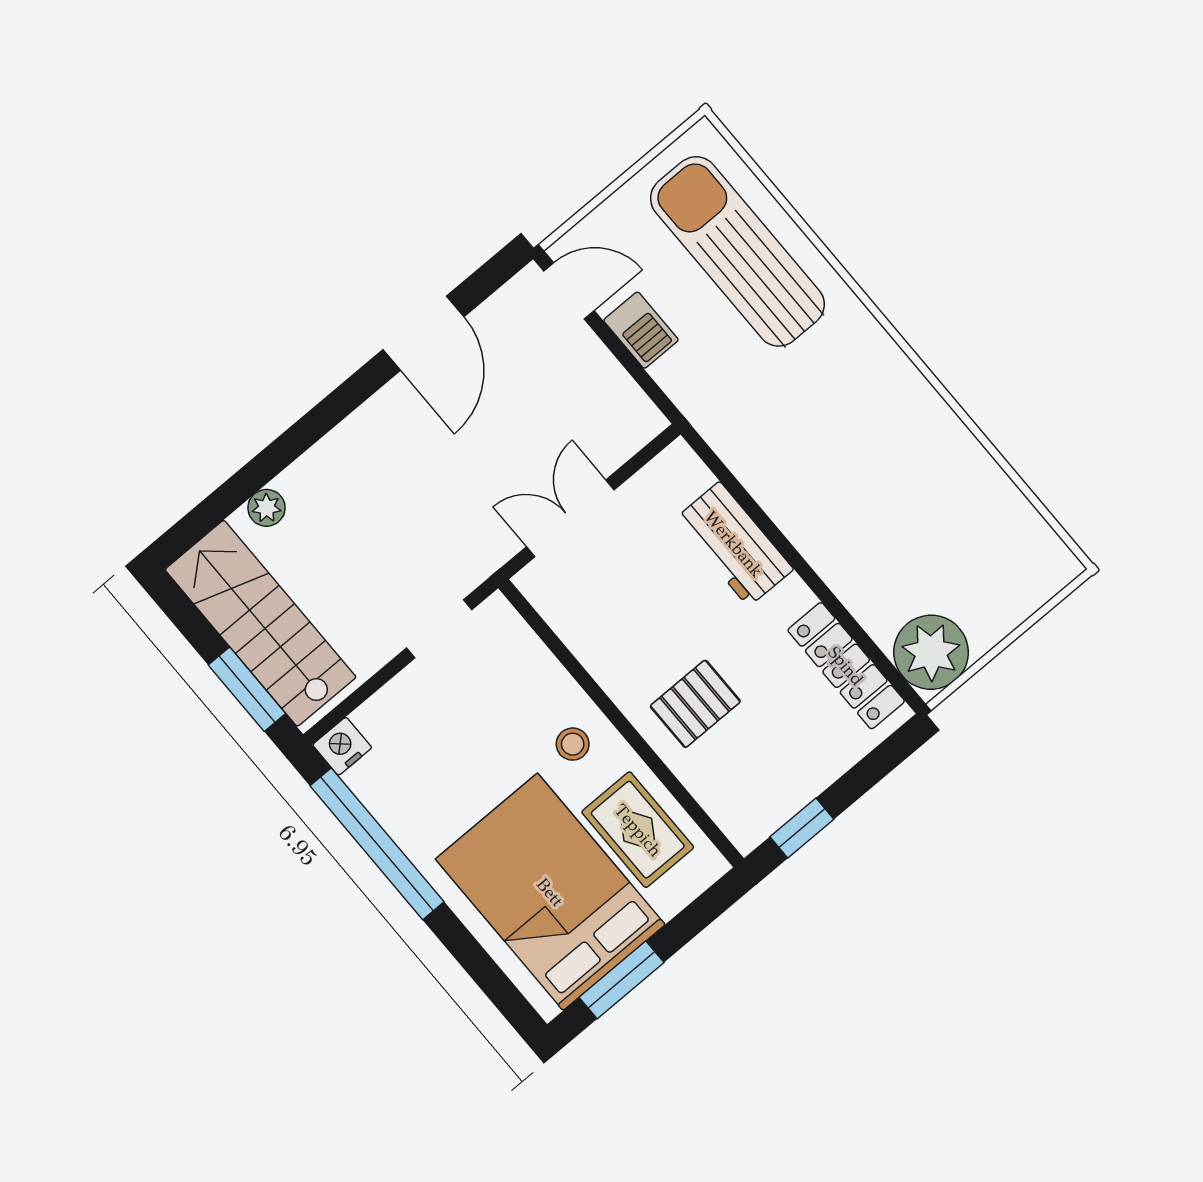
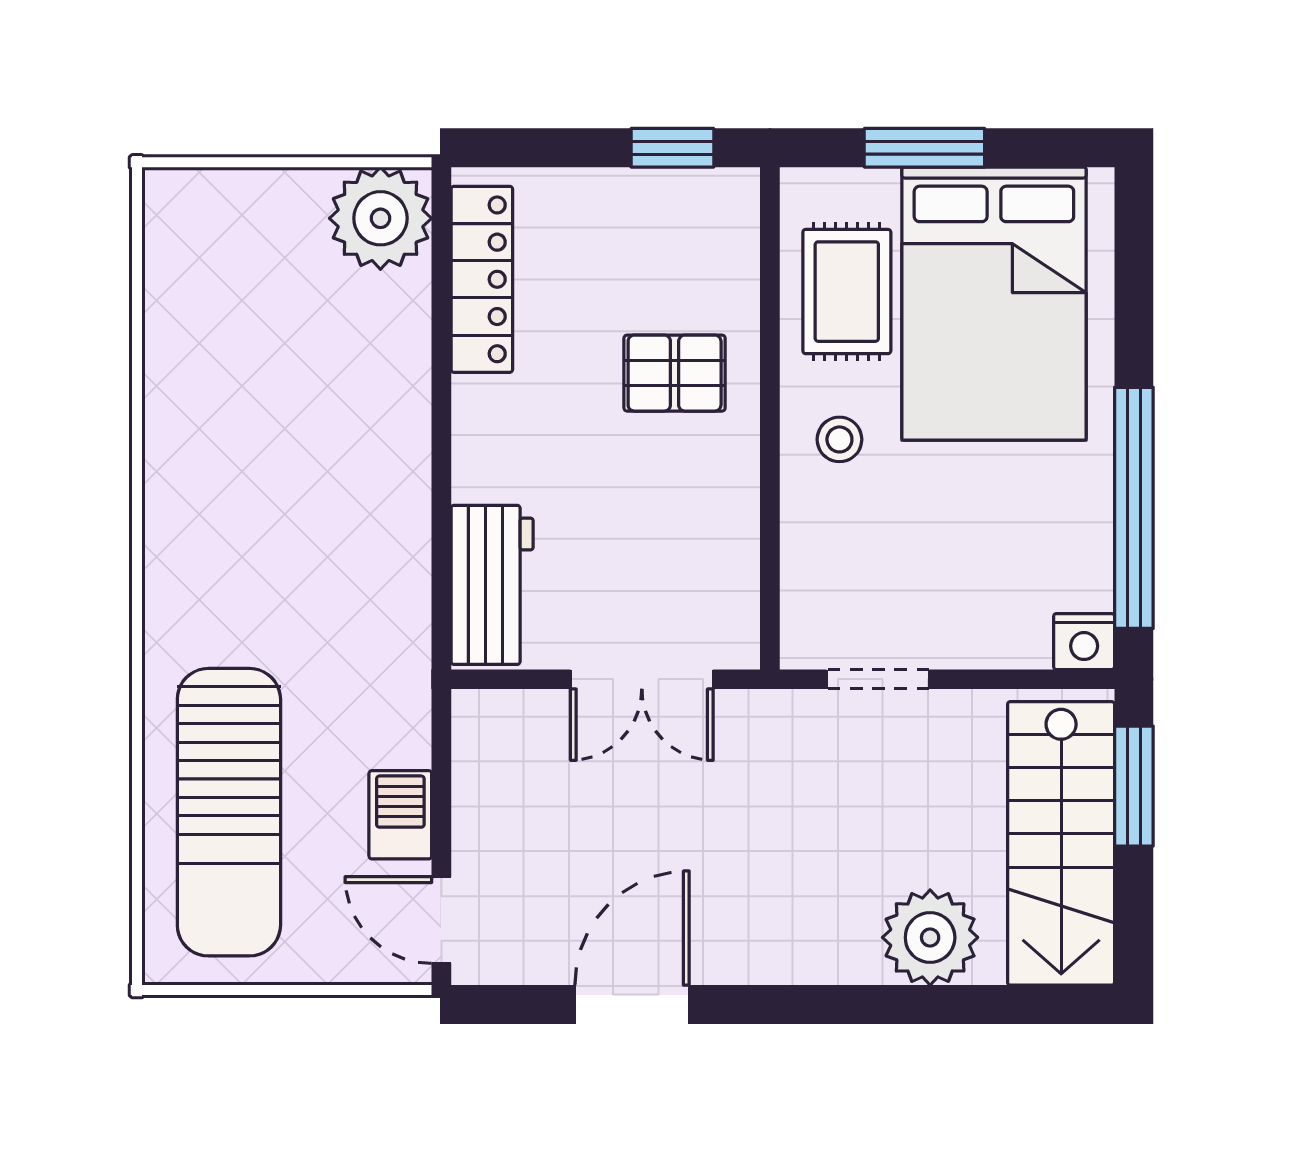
plant: (267, 508) -> (930, 937), width x1.88, depth x1.88
workbench: (734, 544) -> (492, 585), moved
window: (621, 980) -> (924, 148), moved

